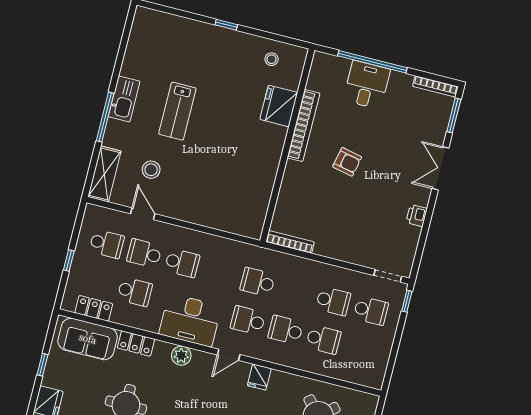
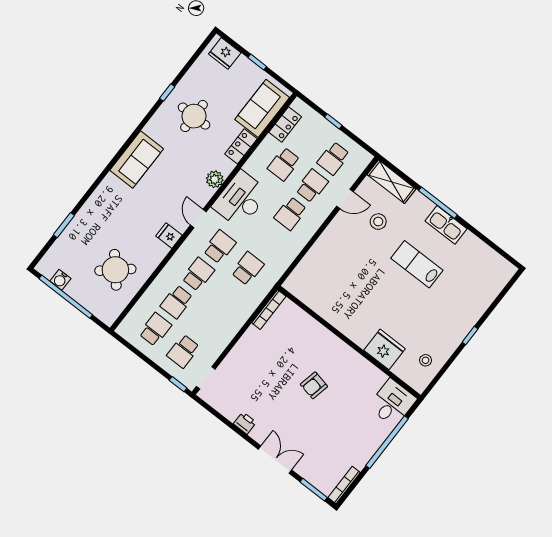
desk: (367, 85) -> (392, 403), moved, turned -90
bookcase: (303, 125) -> (360, 363), removed
school desk: (333, 301) -> (155, 329), moved, turned 180

